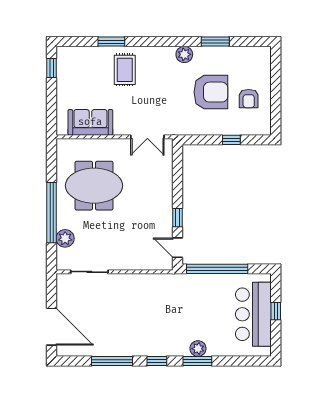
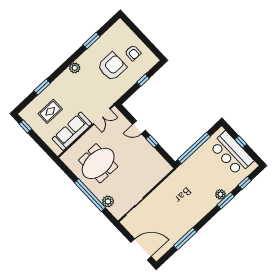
plant: (184, 54) -> (75, 68), moved
rug: (125, 70) -> (50, 111), moved, turned 90
sofa: (90, 122) -> (72, 131), width x1.36
door: (177, 248) -> (139, 127), moved
window: (157, 361) -> (245, 183), moved

